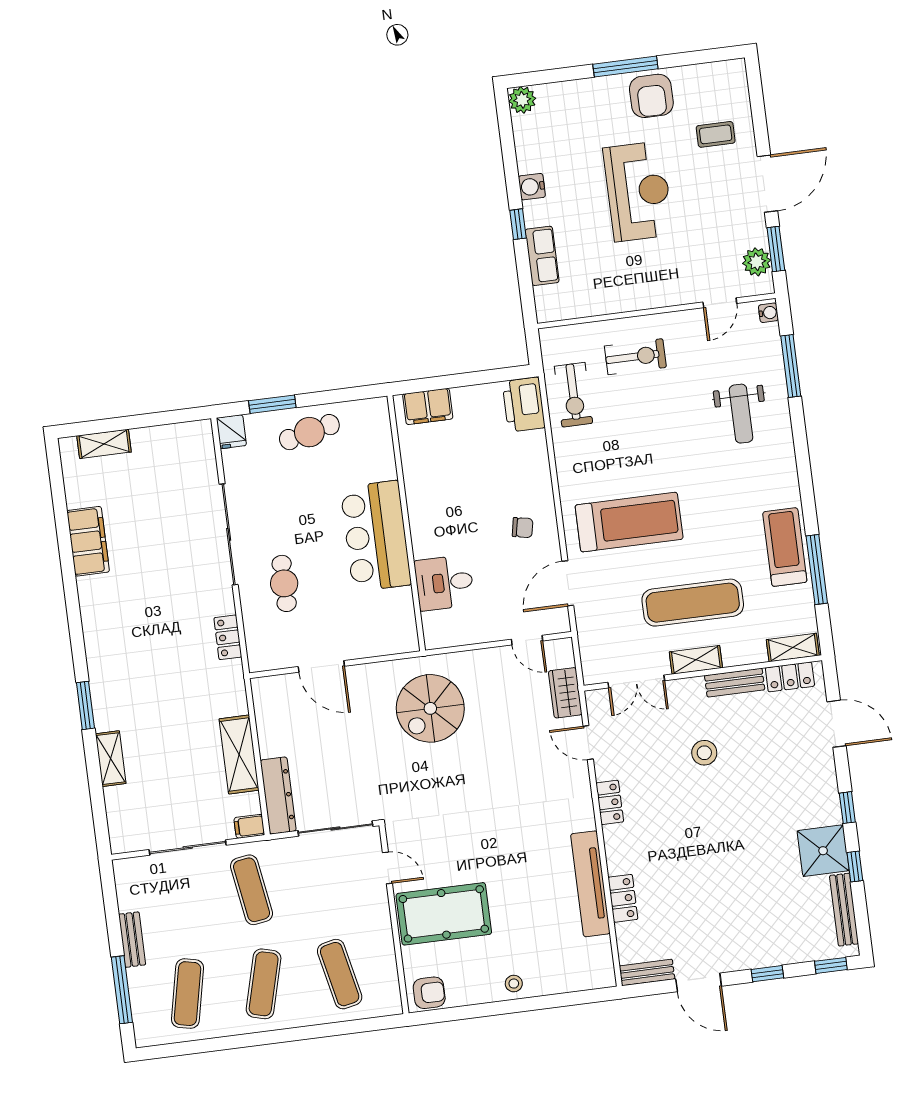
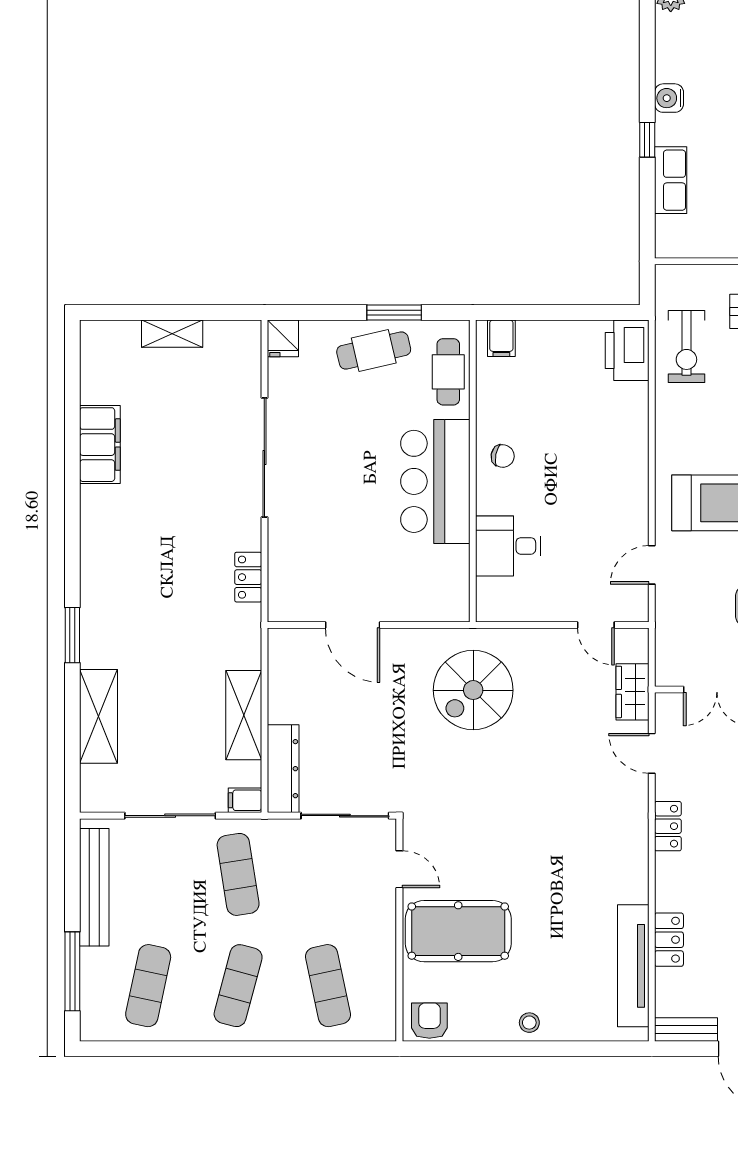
window: (272, 404) -> (394, 313), moved
filing cabinet: (428, 406) -> (501, 338), width x0.50
shelving: (104, 444) -> (172, 334), moved
chair: (523, 528) -> (503, 456), moved
cafe table: (284, 583) -> (448, 372), moved
door: (568, 583) -> (652, 565), width x0.73
shelving: (111, 759) -> (98, 716), width x1.50, depth x1.33
tv unit: (590, 884) -> (633, 966), moved
bench: (132, 940) -> (94, 887), width x1.86, depth x1.21
armchair: (429, 993) -> (429, 1021), turned -90

